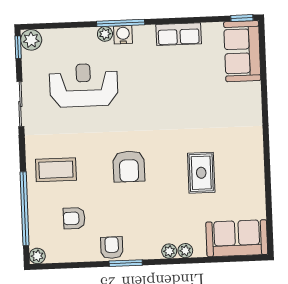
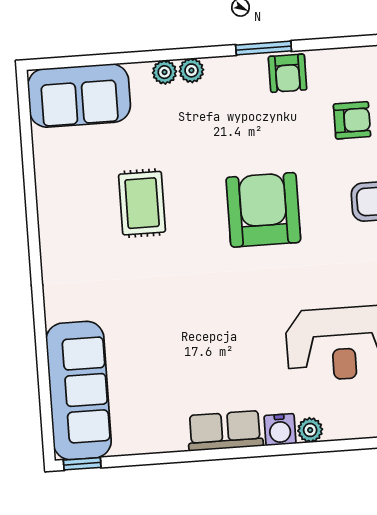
window: (121, 23) -> (285, 449), removed
row of seats: (179, 34) -> (225, 431), moved
sofa: (242, 51) -> (79, 390), width x1.36
armchair: (129, 166) -> (263, 210), width x1.36, depth x1.36

